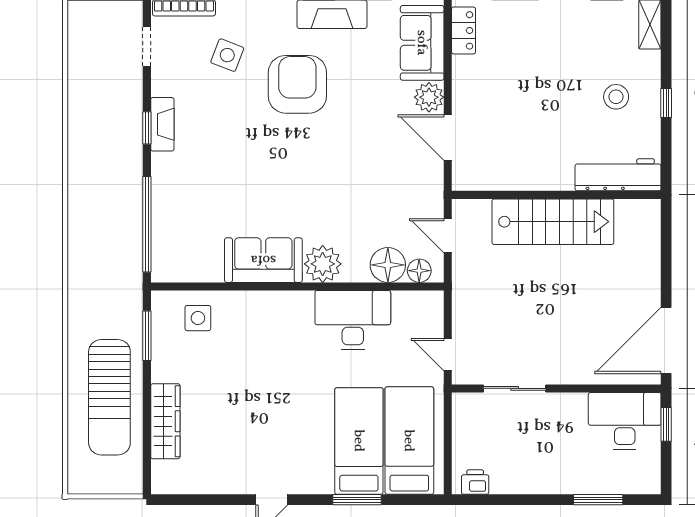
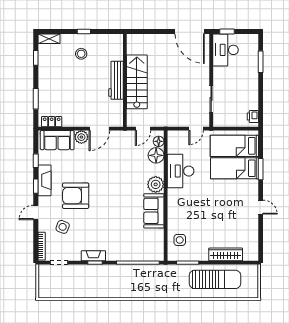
workbench: (618, 175) -> (116, 80), moved

